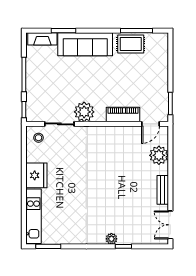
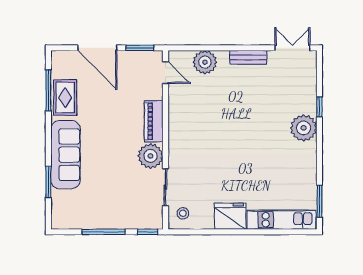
fireplace: (42, 39) -> (59, 209), removed
door: (170, 70) -> (97, 48), added
piano: (123, 114) -> (154, 121), moved
double door: (170, 225) -> (292, 48), swing flipped
plant: (111, 239) -> (304, 128), width x1.88, depth x1.88

